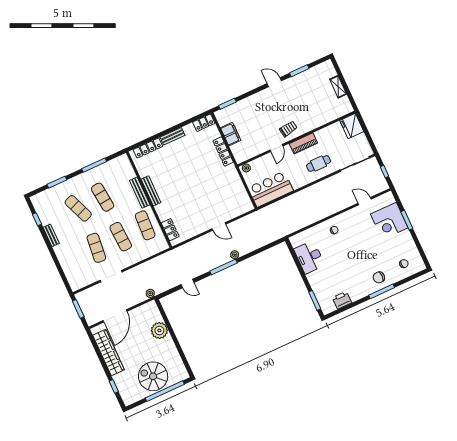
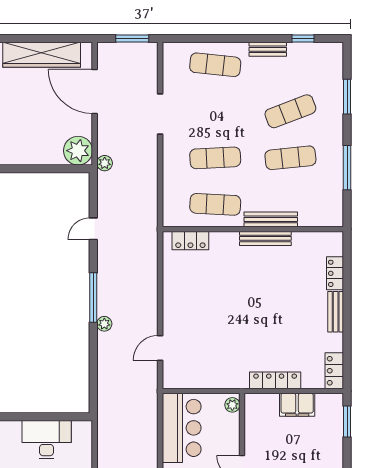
locker: (148, 148) -> (335, 273), width x0.66
door: (219, 226) -> (160, 348), moved
exercise mat: (96, 248) -> (215, 65), moved
plant: (159, 330) -> (78, 151), moved

